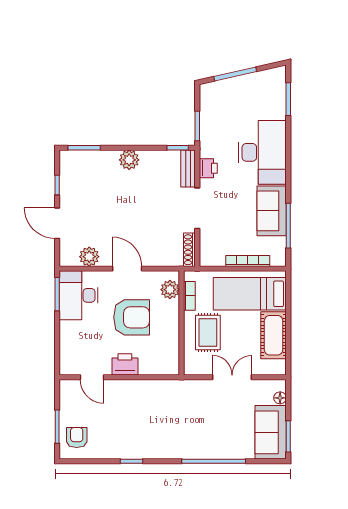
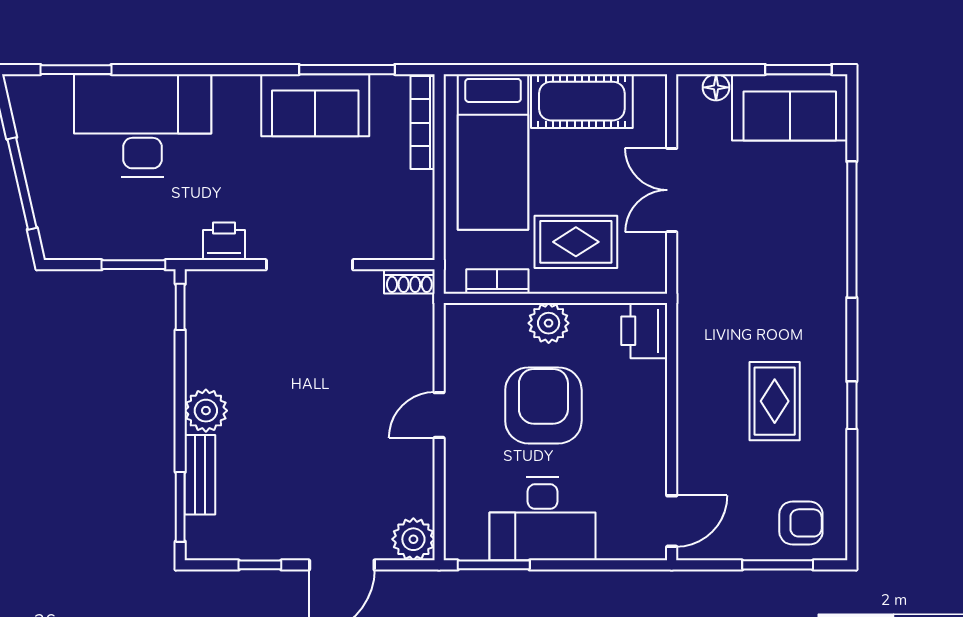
desk: (262, 152) -> (143, 125), moved
bench: (188, 169) -> (200, 475), moved, turned 90
shoe rack: (189, 250) -> (409, 281), width x0.70
plant: (89, 257) -> (413, 539), moved
bookcase: (248, 261) -> (423, 123), moved
door: (127, 269) -> (439, 415), width x0.73
plant: (170, 290) -> (549, 323), moved
desk: (79, 295) -> (542, 519), moved
printer: (125, 364) -> (644, 331), moved
door: (92, 377) -> (672, 521), moved
rug: (134, 425) -> (775, 401), added
armchair: (77, 437) -> (801, 523), turned 180

